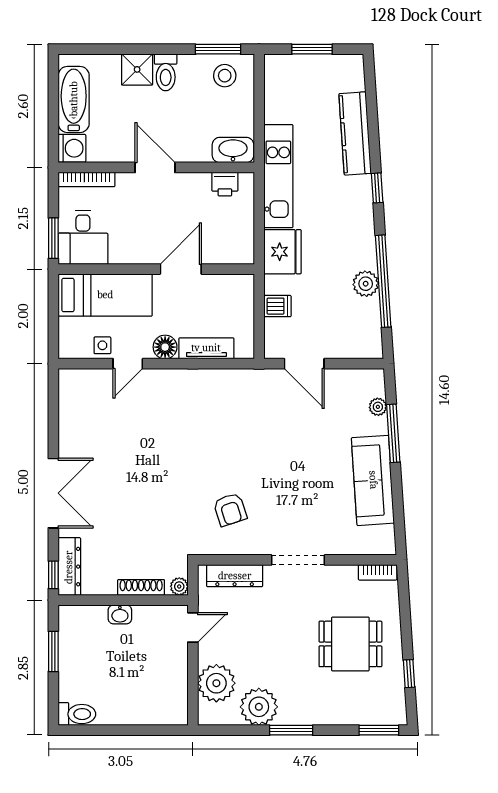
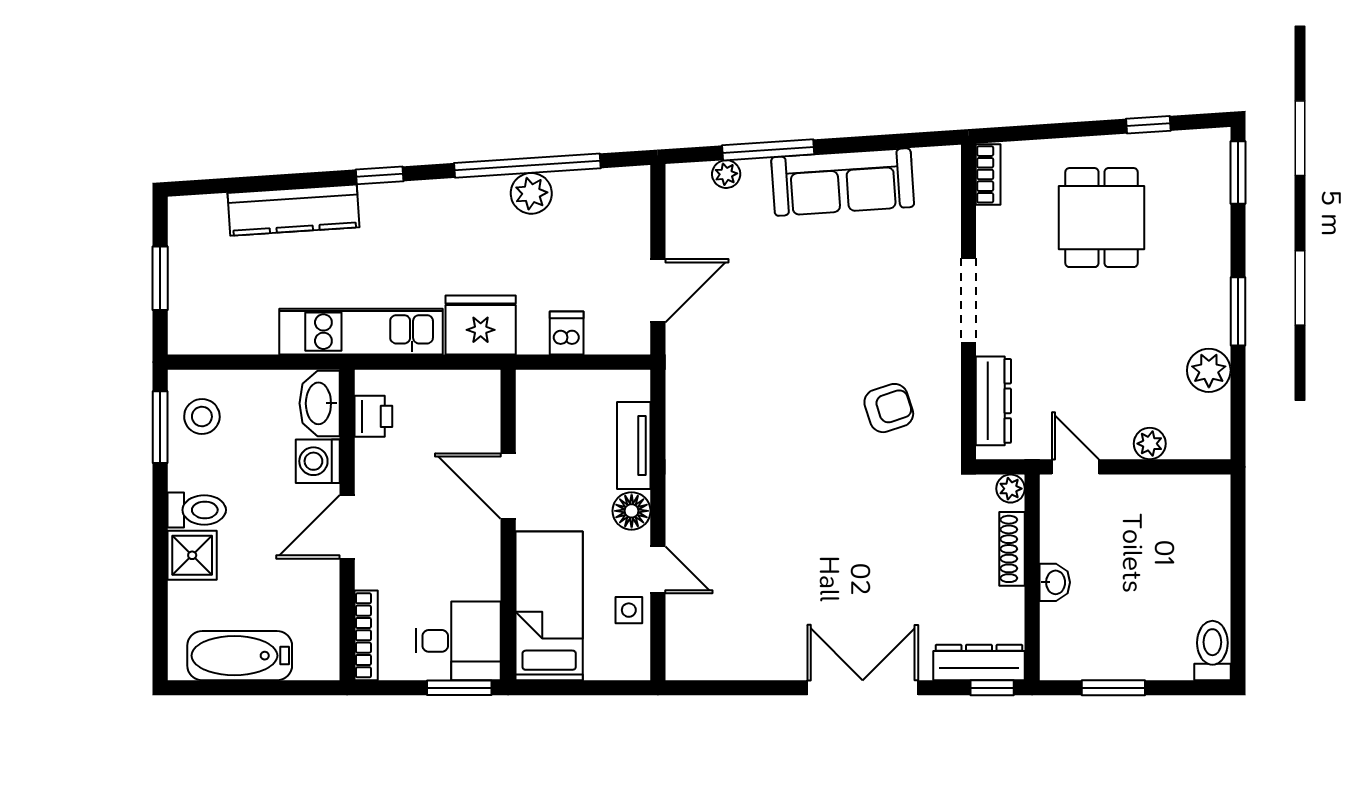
washing machine: (72, 148) -> (318, 461), moved, turned -90
plant: (216, 683) -> (1150, 444), width x0.53, depth x0.53
plant: (259, 707) -> (1209, 370), width x0.73, depth x0.73

